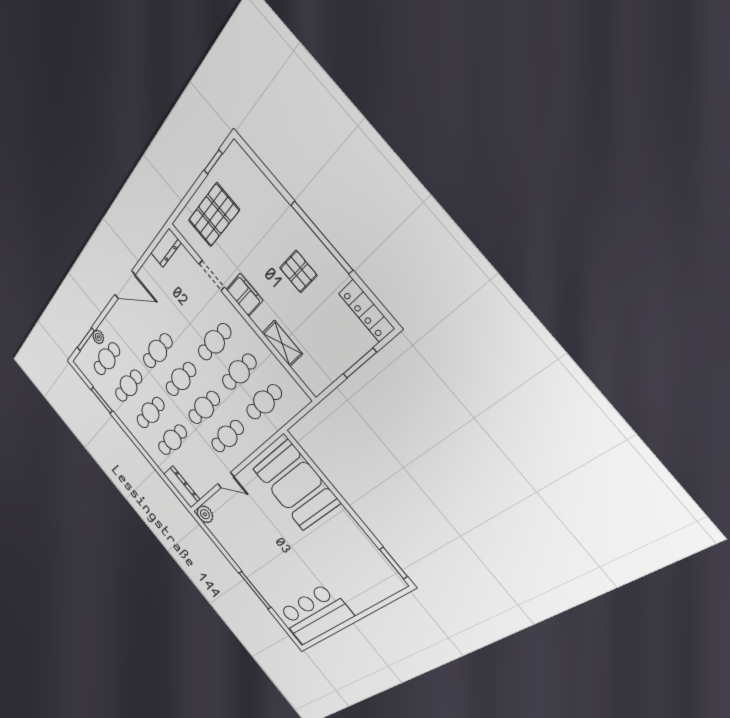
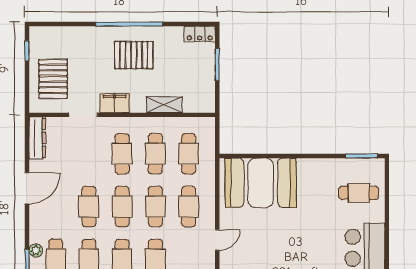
dresser: (166, 248) -> (37, 138), width x1.44
pallet: (298, 272) -> (134, 55), width x1.50, depth x1.42
locker: (366, 311) -> (200, 34), width x0.66
cafe table: (360, 579) -> (359, 193), added

